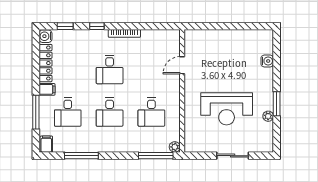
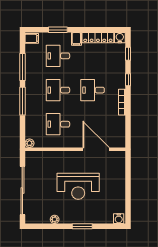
water cooler: (267, 61) -> (119, 219), moved
door: (182, 65) -> (96, 149), width x1.87
window: (277, 104) -> (82, 226), moved
reception desk: (227, 109) -> (78, 186), moved, turned -90
window: (36, 112) -> (58, 30), width x0.69
window: (156, 156) -> (22, 101), moved
sliding door: (233, 156) -> (22, 190), width x1.86

